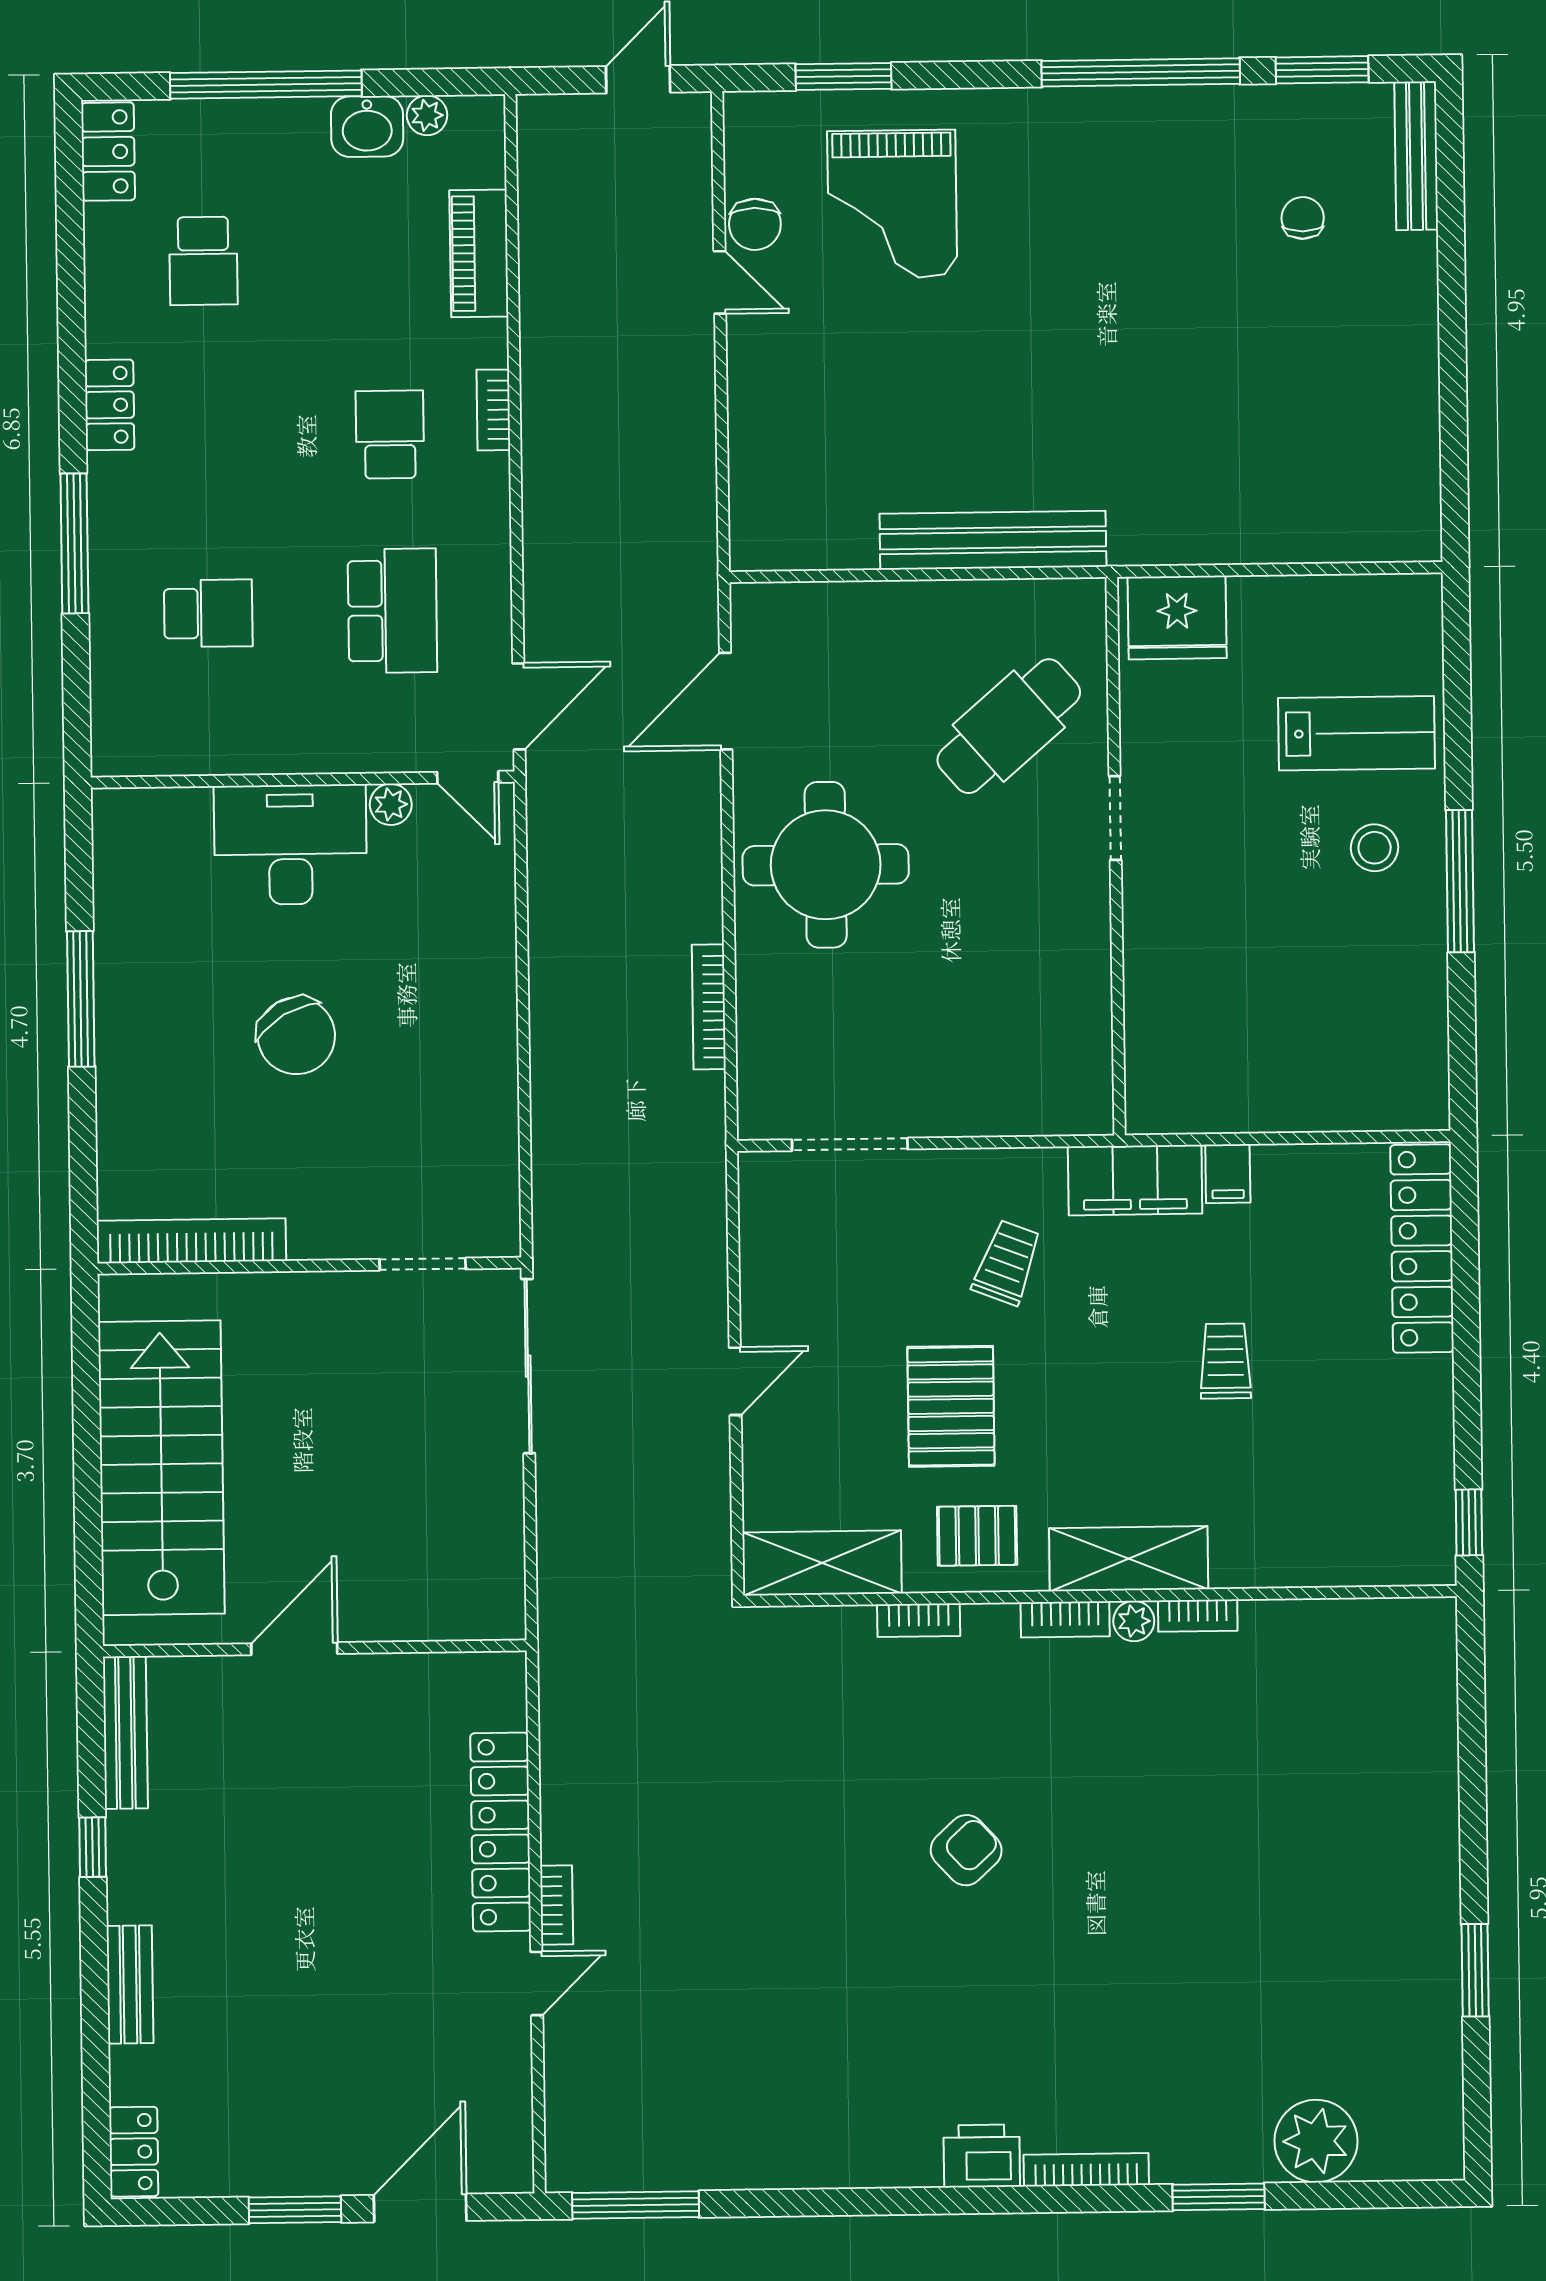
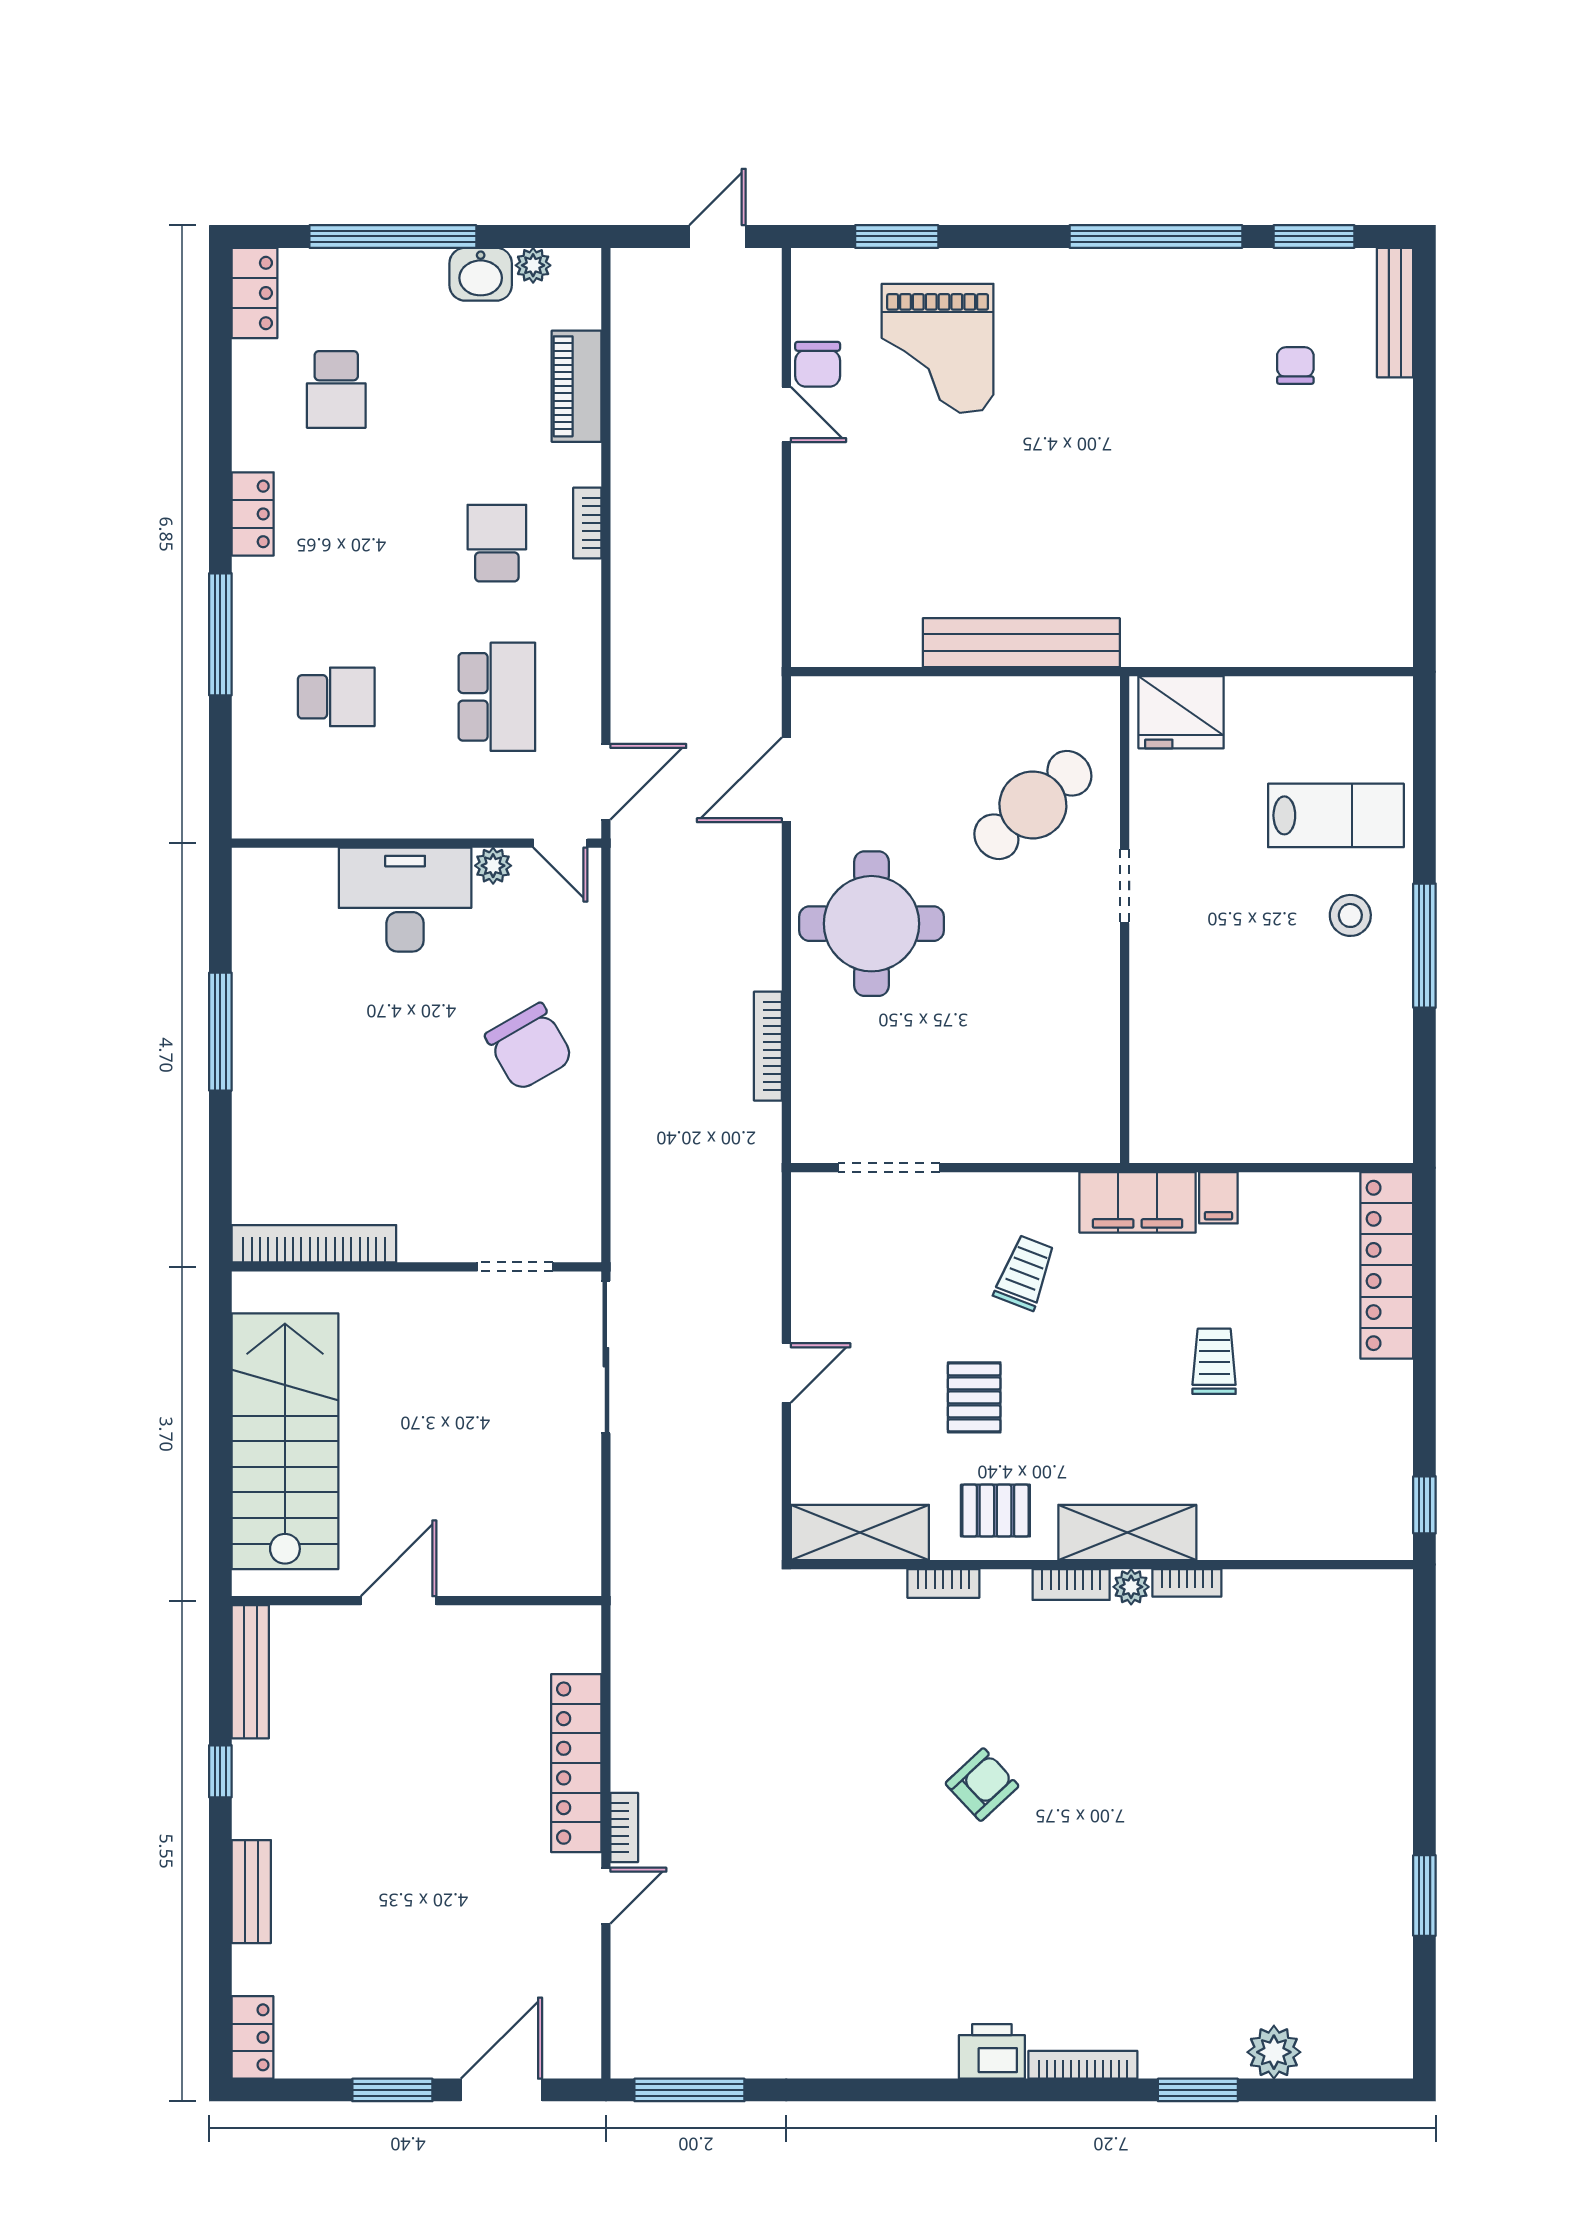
chair: (296, 1036) -> (529, 1047), moved
pallet: (951, 1406) -> (974, 1397), width x0.67, depth x0.71
plant: (1316, 2141) -> (1274, 2052), width x0.73, depth x0.73

